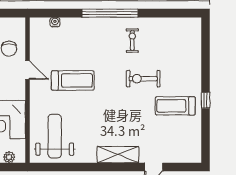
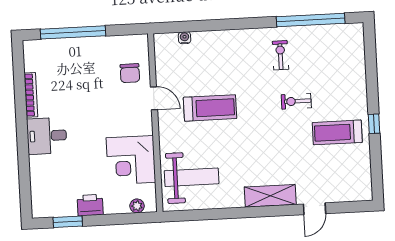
window: (110, 13) -> (311, 20), moved
exercise bike: (143, 79) -> (296, 101), width x0.73, depth x0.72
weight bench: (55, 136) -> (192, 177), turned 90

